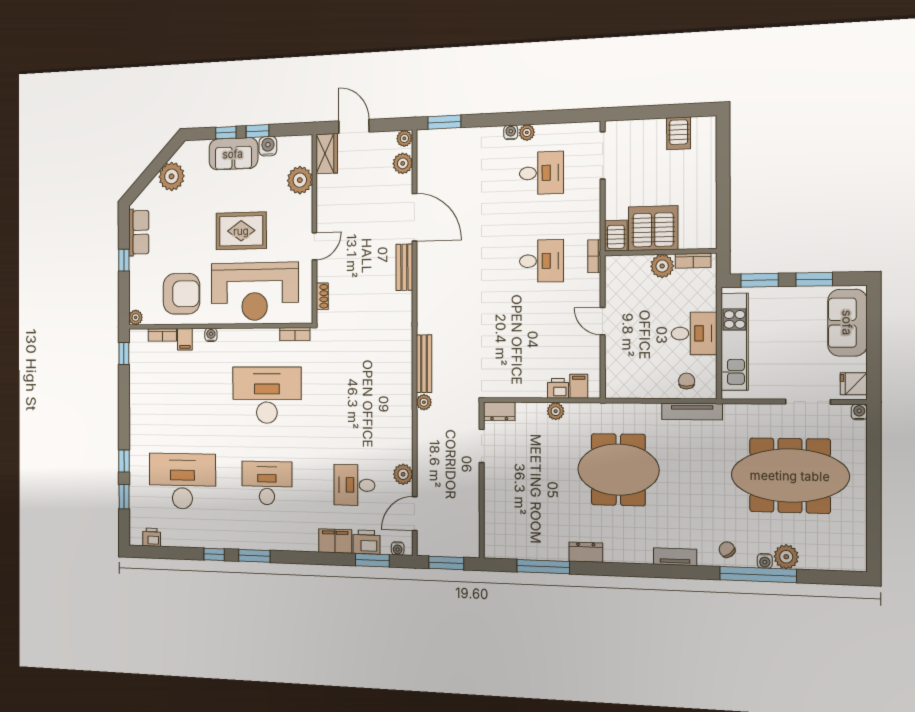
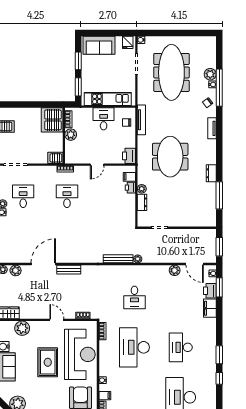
server rack: (653, 228) -> (52, 120), moved
printer: (620, 386) -> (129, 156), added
dresser: (499, 411) -> (142, 202), moved
desk: (354, 485) -> (134, 297), moved

